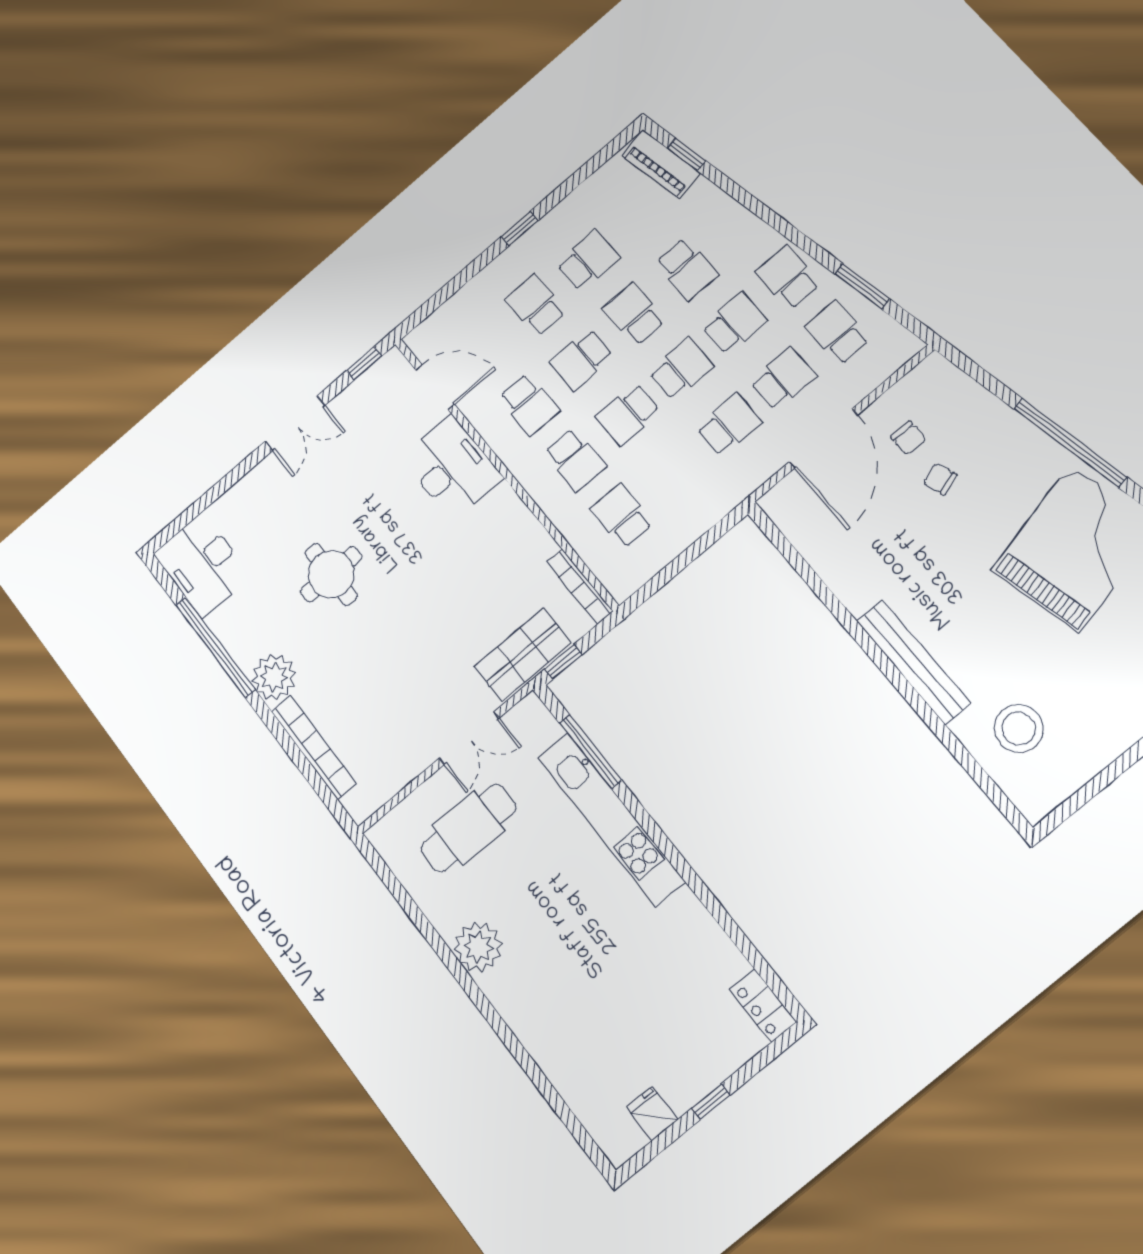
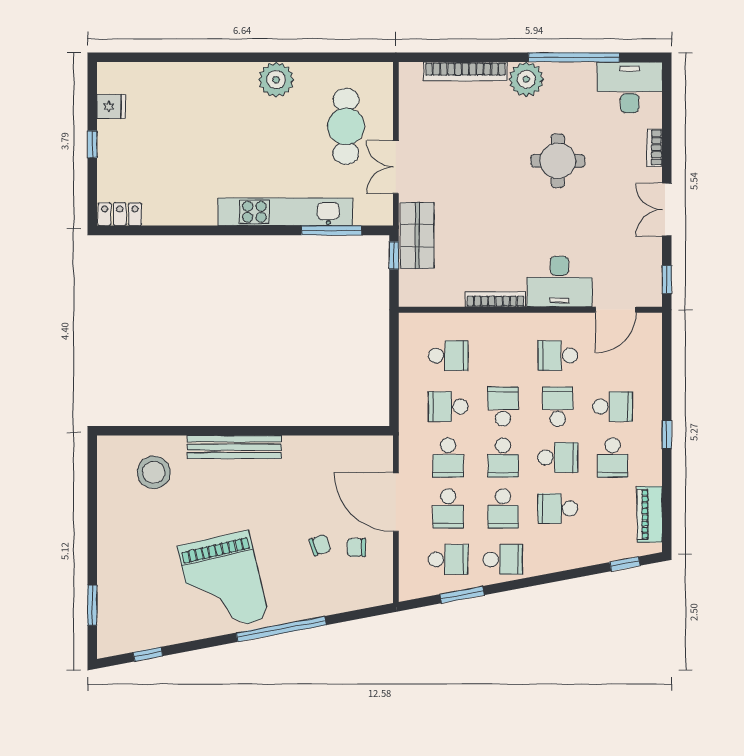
piano: (661, 165) -> (650, 514), moved, turned -79
school desk: (575, 460) -> (448, 407), moved
bookcase: (243, 489) -> (655, 148), added
bookcase: (580, 587) -> (495, 299), moved

